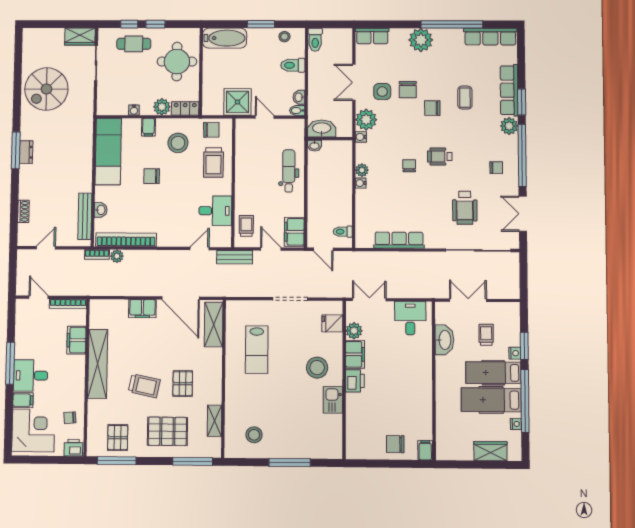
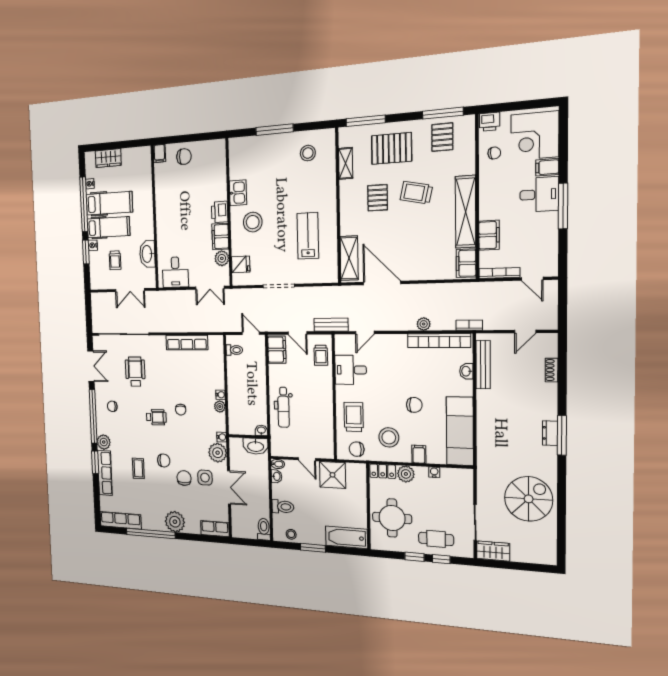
plant: (117, 256) -> (424, 324), moved
filing cabinet: (142, 309) -> (466, 263), moved, turned -90

